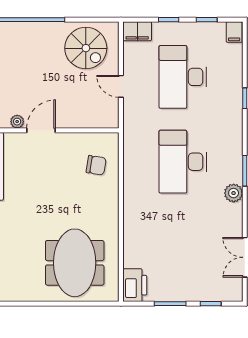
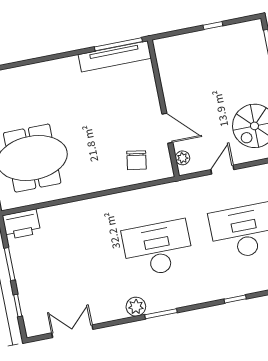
plant: (17, 122) -> (183, 158), moved
door: (41, 130) -> (167, 128), moved

